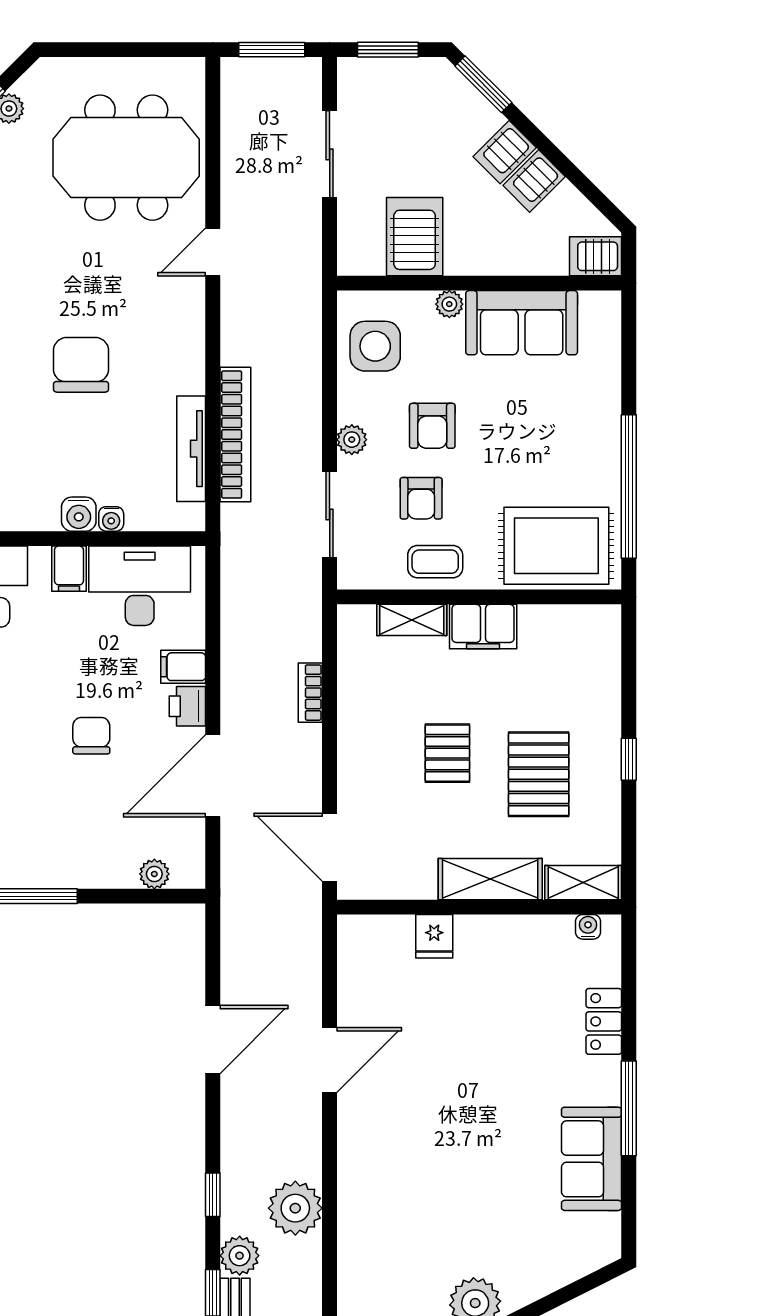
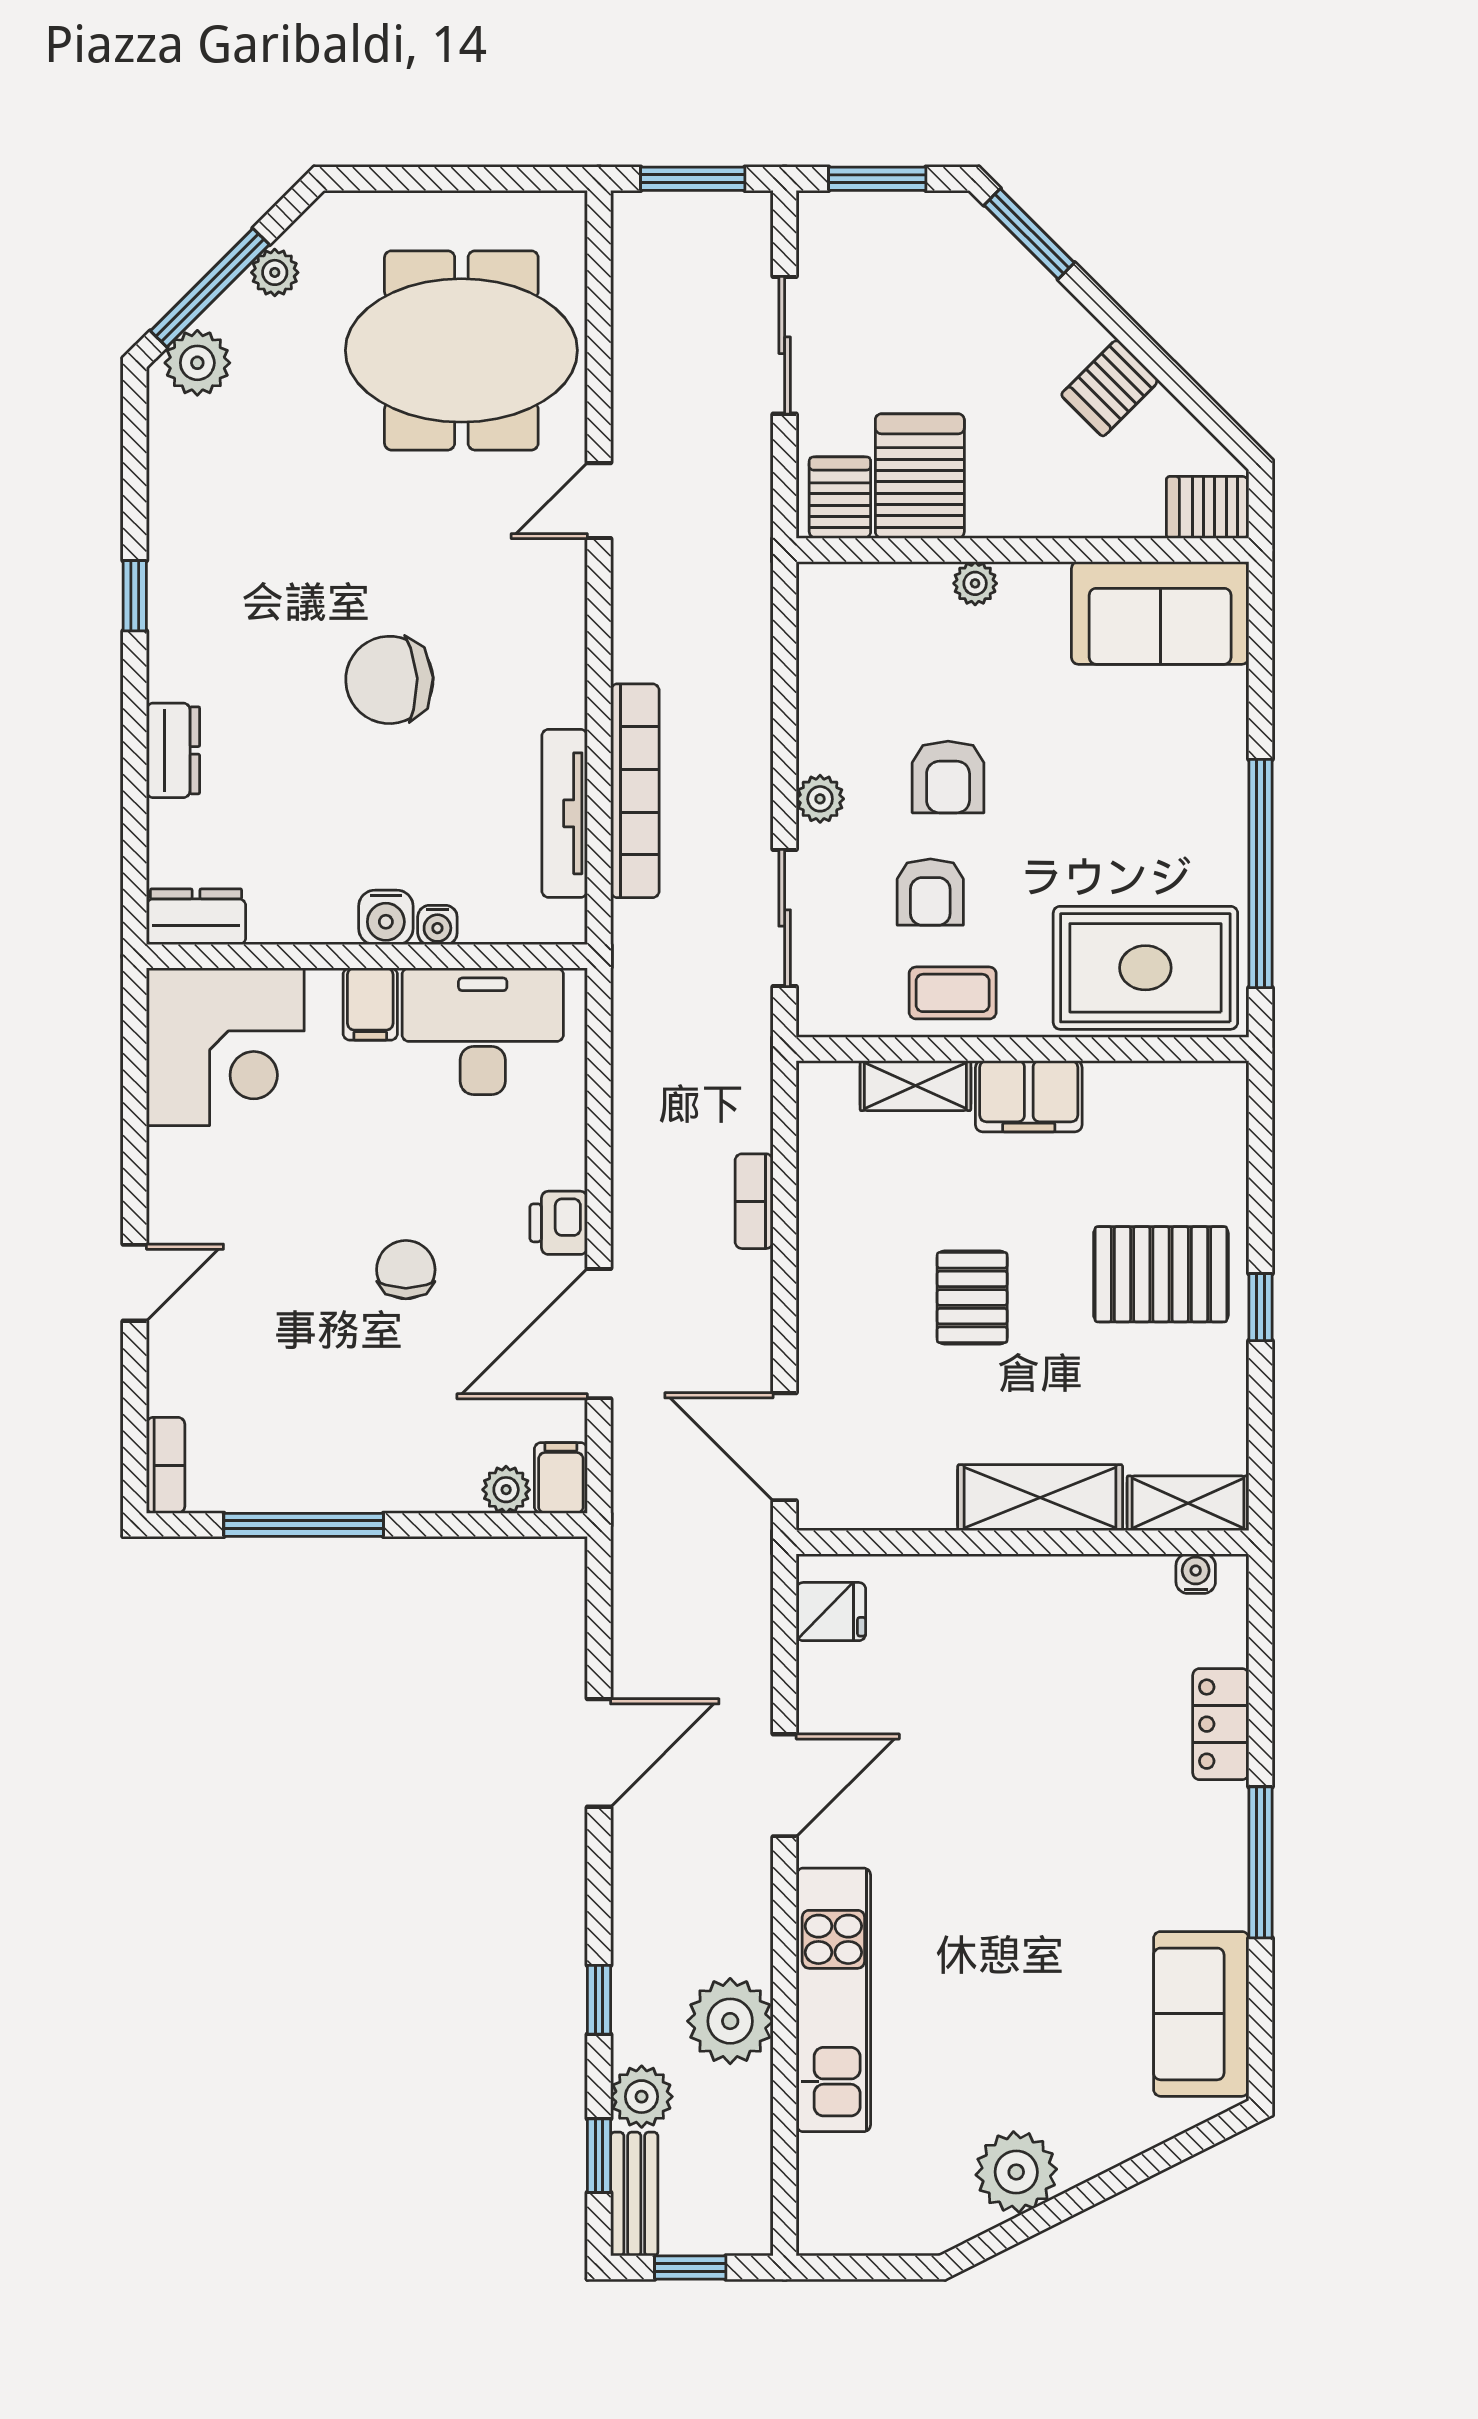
server rack: (505, 152) -> (840, 498), moved, turned 135
sofa: (522, 323) -> (1160, 613), moved
side table: (375, 346) -> (857, 650), removed
chair: (81, 365) -> (389, 680), turned -93
filing cabinet: (183, 667) -> (561, 1478), moved, turned 90
pallet: (539, 774) -> (1161, 1274), moved, turned 90
fridge: (434, 936) -> (831, 1612), moved, turned -90
sofa: (591, 1159) -> (1201, 2014), moved
kitchen unit: (360, 1195) -> (833, 2000), added

